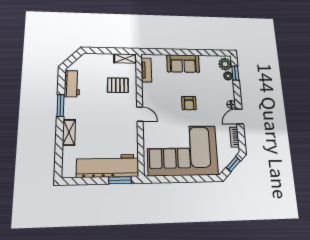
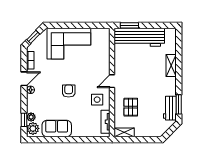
sofa: (183, 63) -> (57, 128), moved
pallet: (118, 85) -> (131, 107), turned 90
side table: (157, 94) -> (97, 100), added
window: (61, 105) -> (179, 104), moved
door: (140, 114) -> (112, 81), hinge flipped
corner sofa: (182, 150) -> (69, 44), width x0.73, depth x0.74

